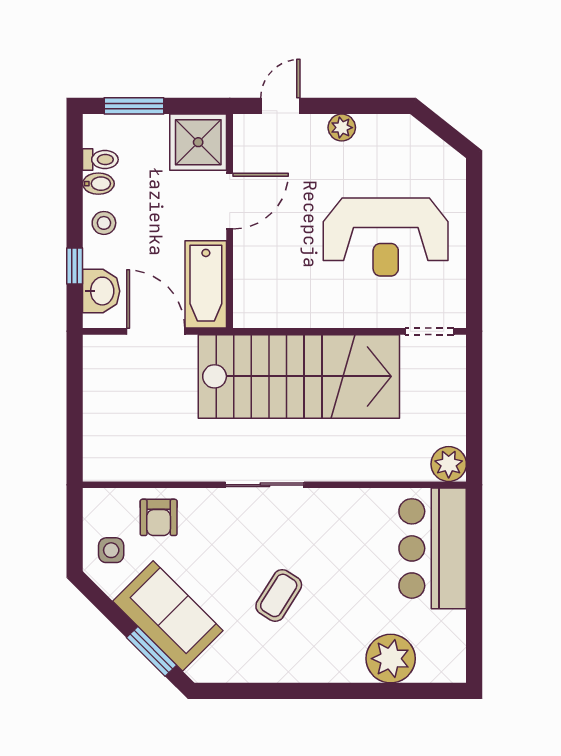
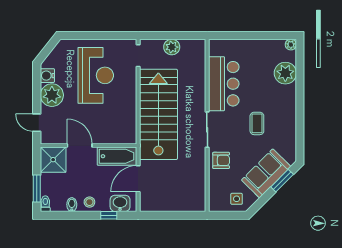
plant: (342, 128) -> (52, 95), width x1.88, depth x1.88
water cooler: (385, 129) -> (47, 76), added
toilet: (100, 159) -> (45, 204), moved
plant: (449, 464) -> (172, 47), moved
armchair: (159, 517) -> (221, 160), moved
bar counter: (433, 548) -> (224, 84), moved, turned -90
coffee table: (279, 595) -> (257, 123), turned 58
plant: (454, 671) -> (291, 45), added

